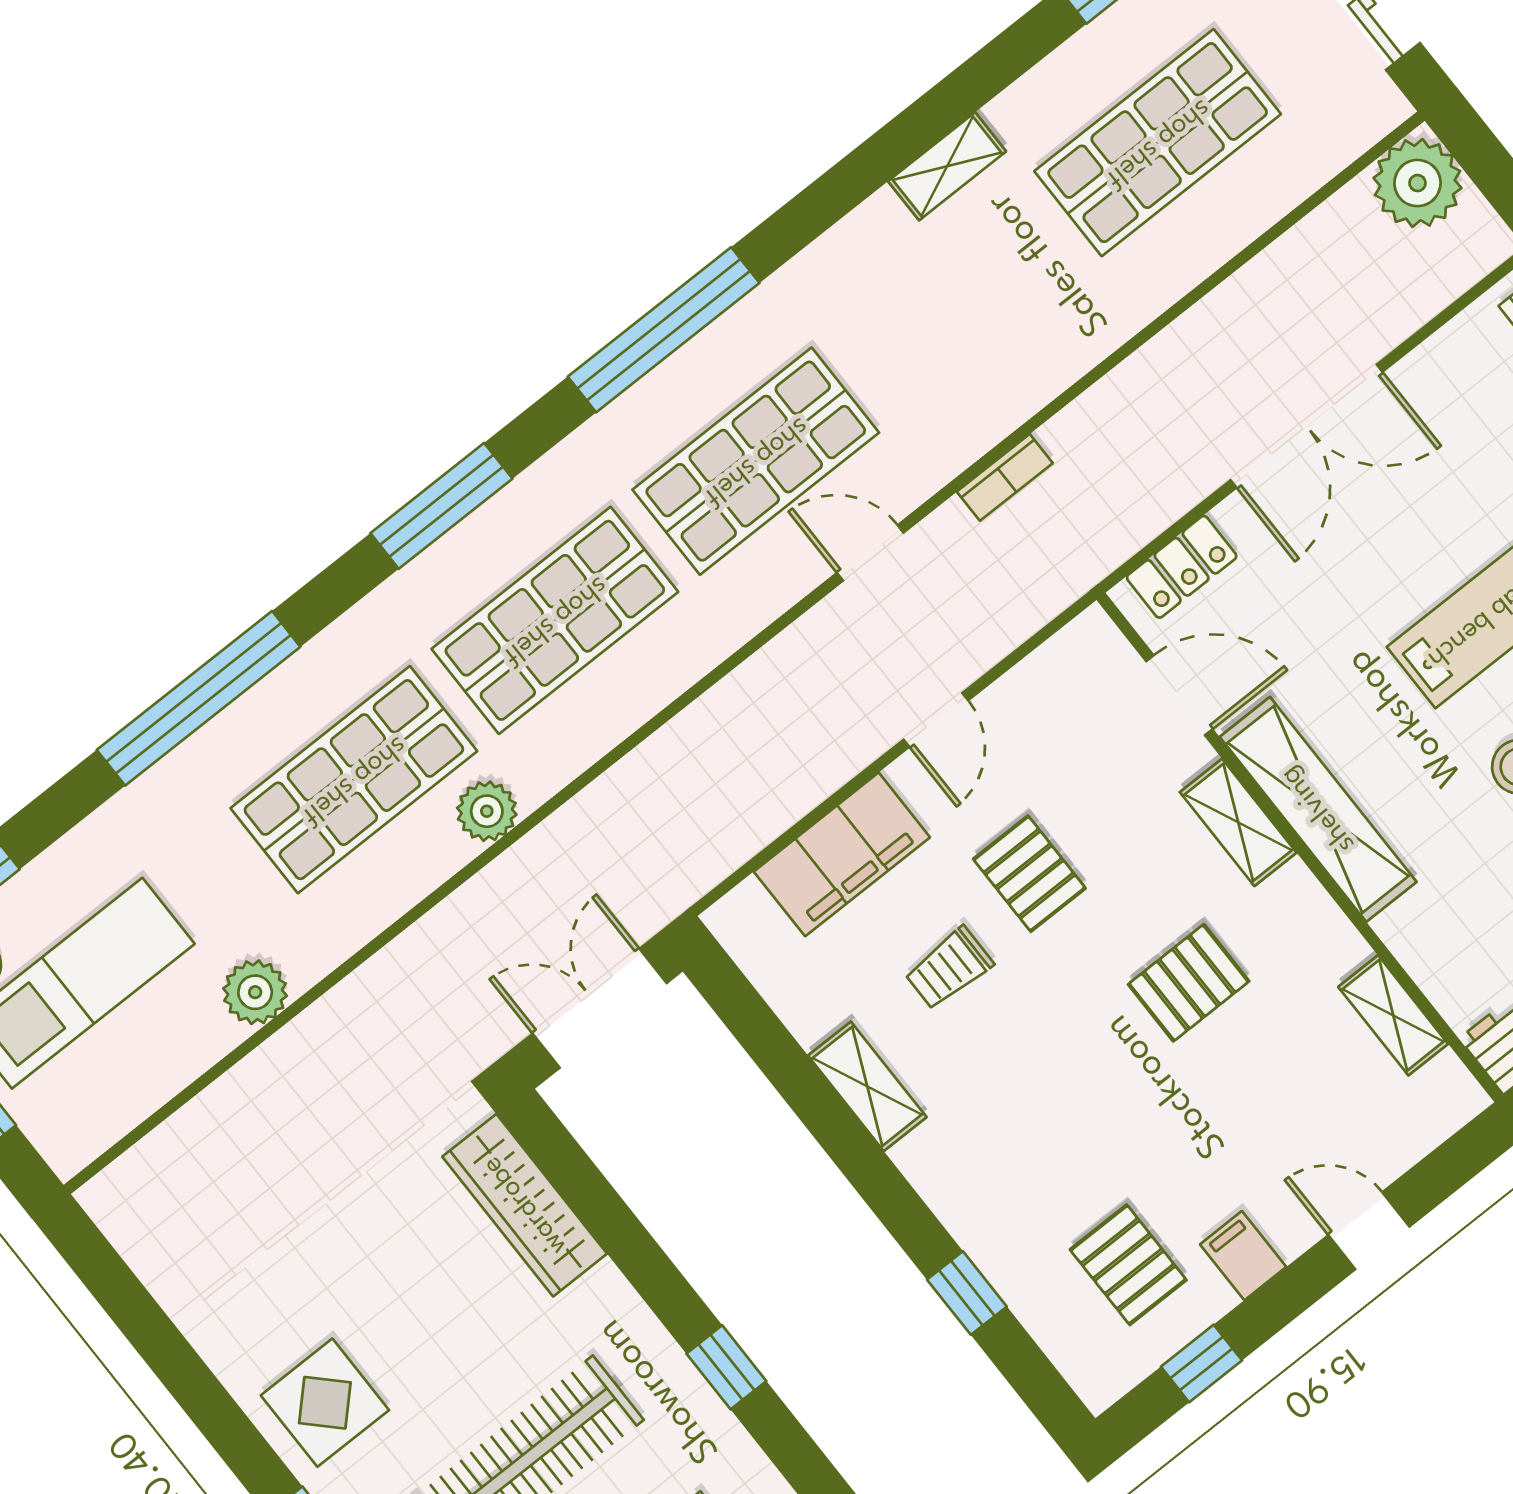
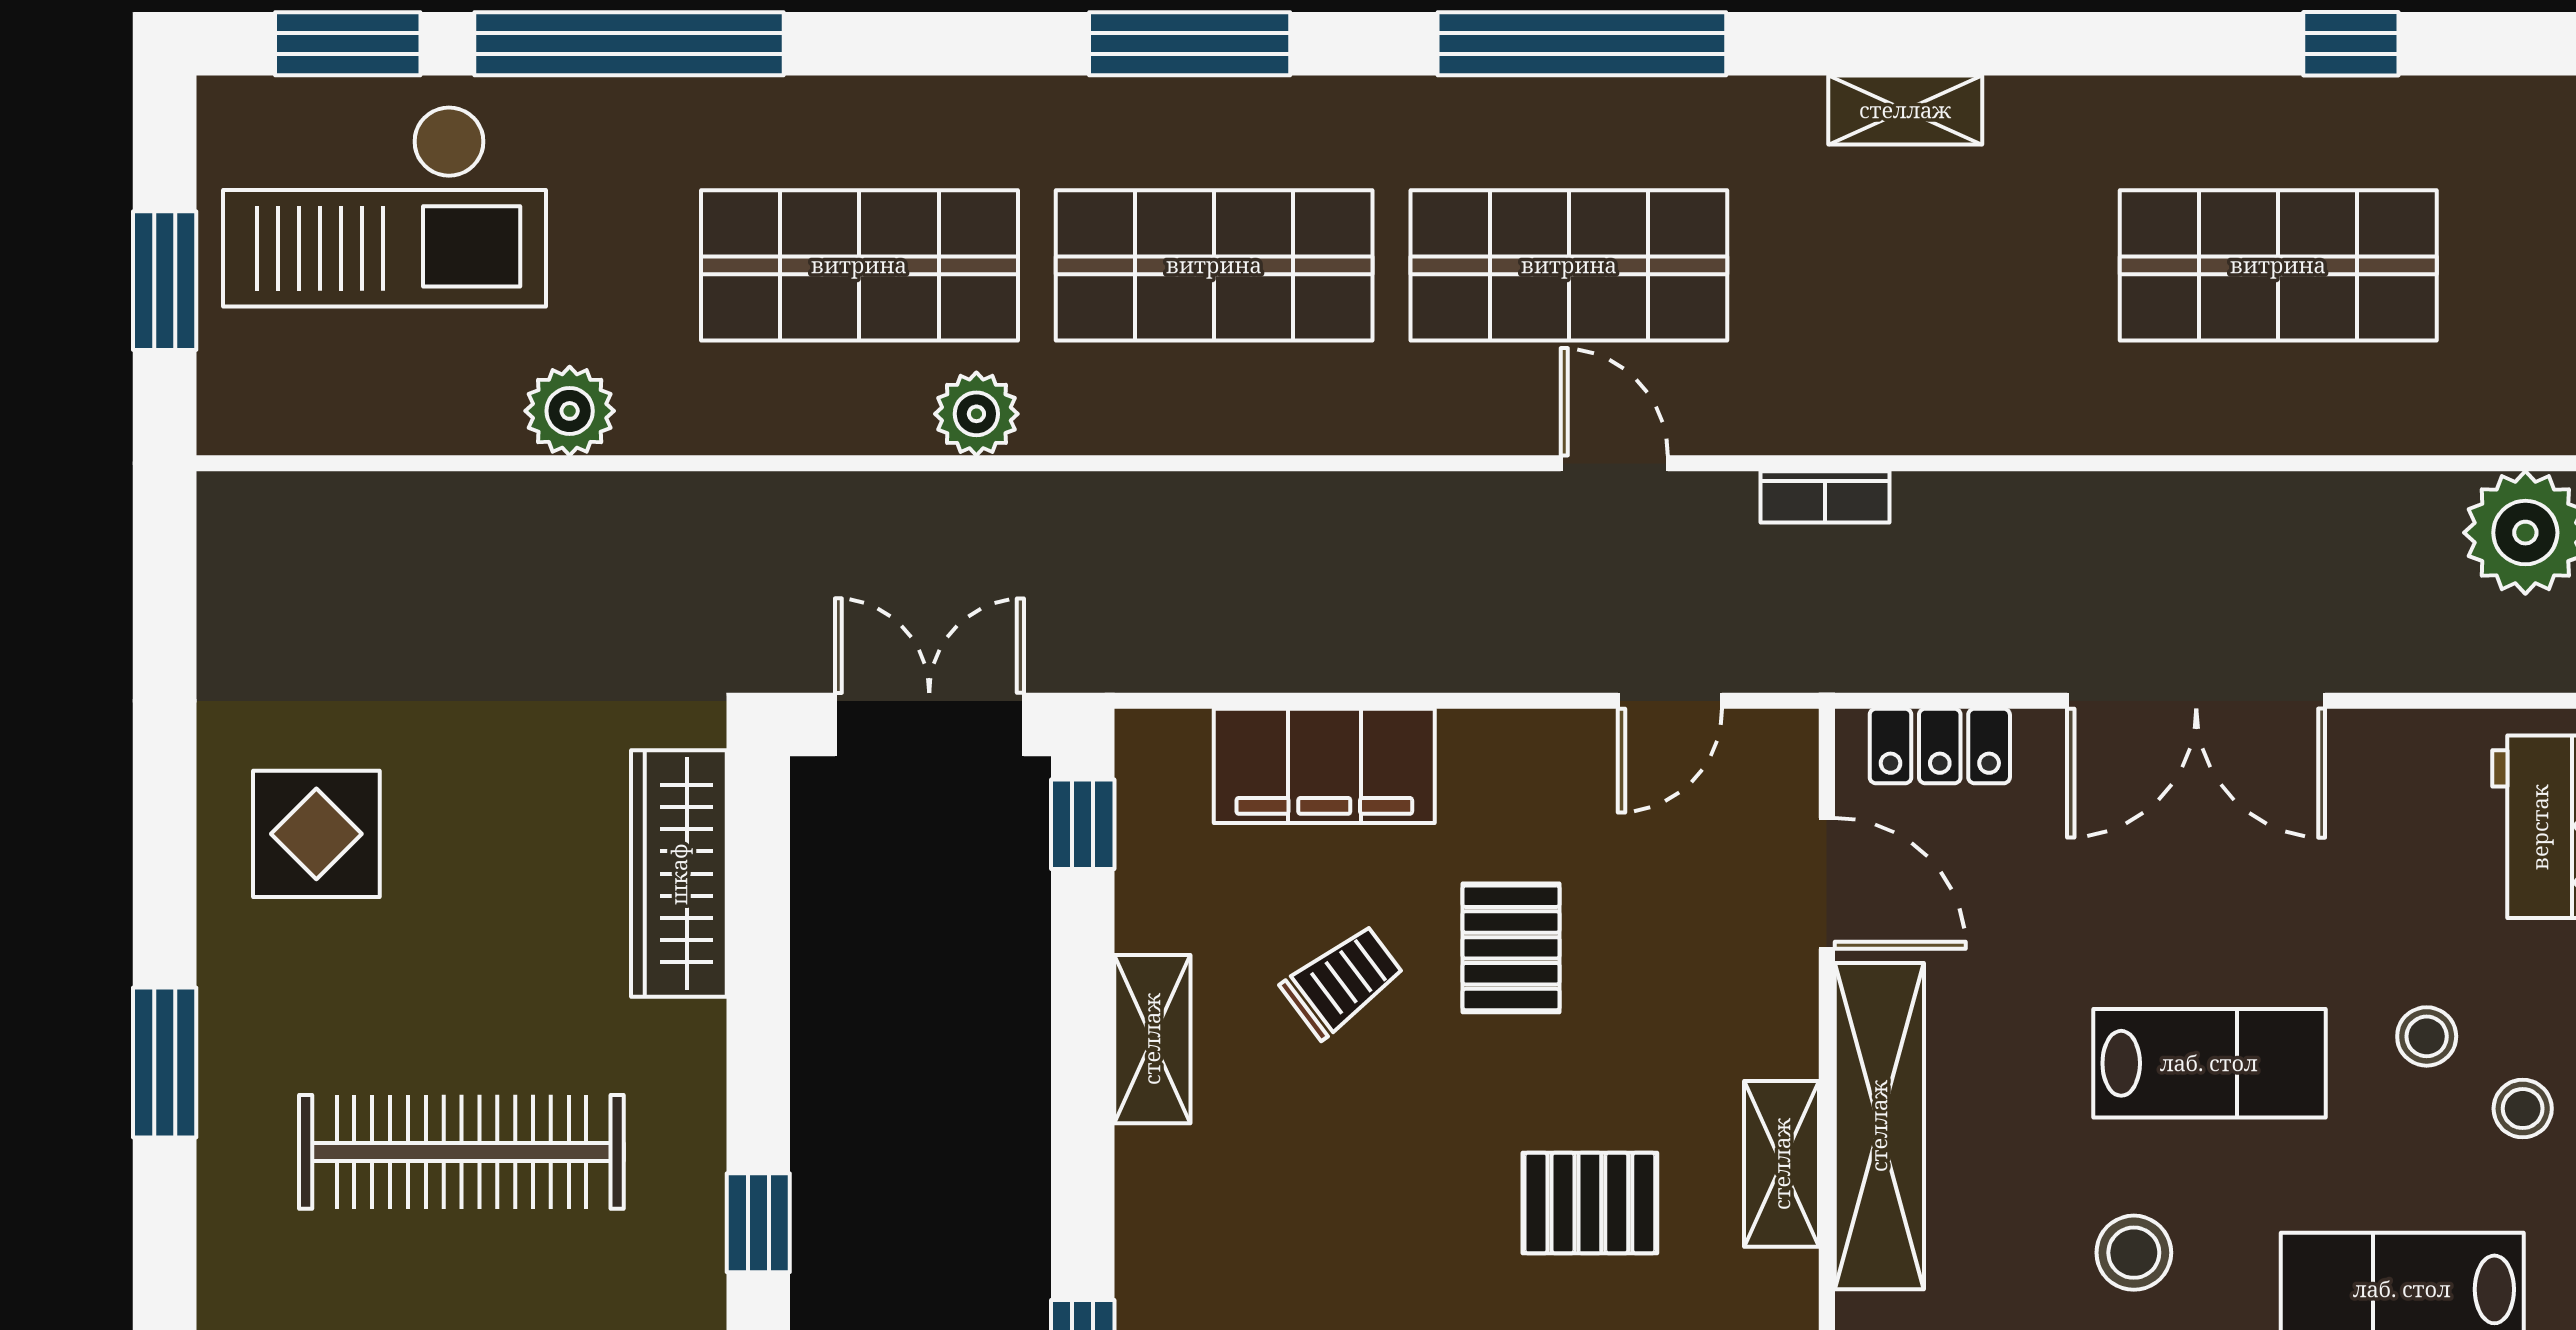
shelving: (947, 166) -> (1905, 110), moved
window: (199, 698) -> (629, 44), moved
door: (936, 720) -> (1670, 701), moved
shelving: (1238, 822) -> (1782, 1164), moved
trolley: (949, 968) -> (1342, 981), turned 143
window: (731, 996) -> (1083, 824), added
display table: (325, 1403) -> (316, 834), moved

